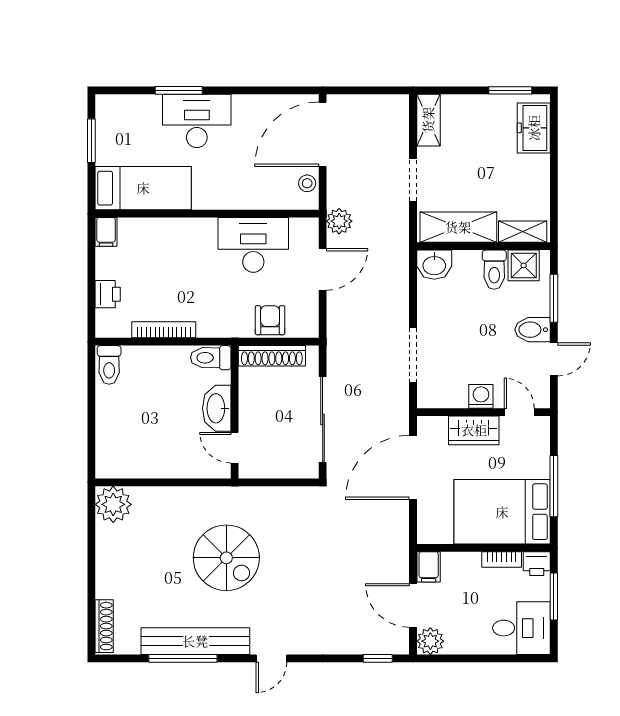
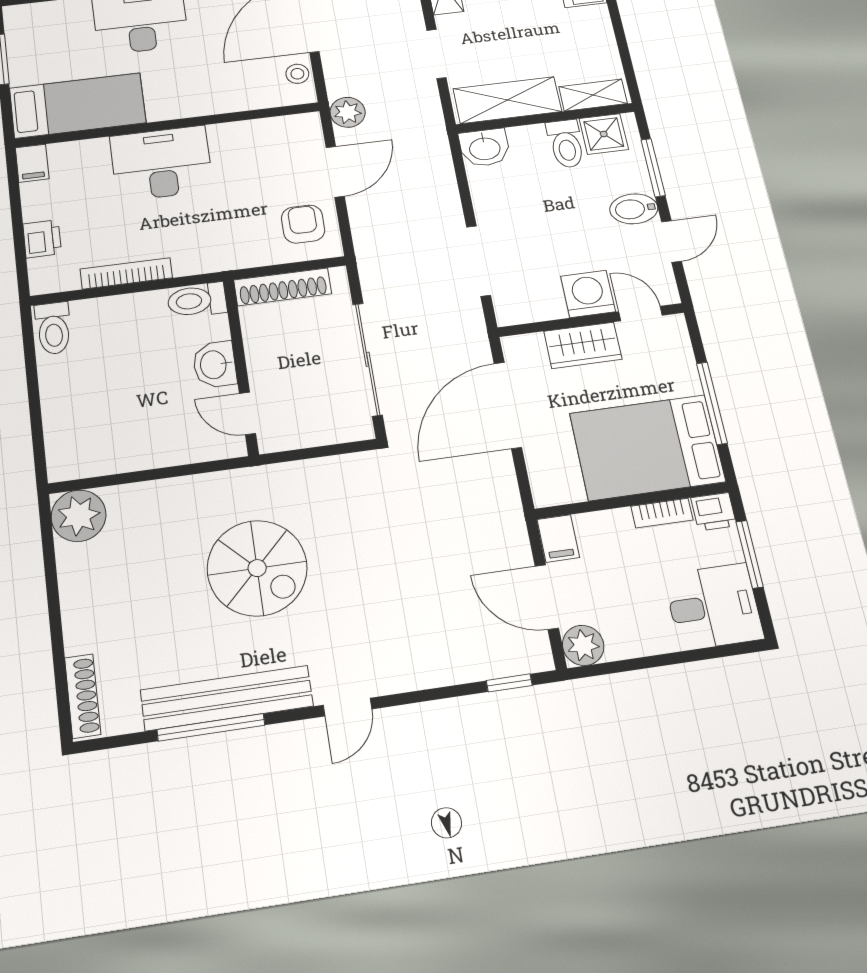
desk: (253, 245) -> (161, 163), moved
armchair: (270, 320) -> (303, 224), moved
washing machine: (481, 396) -> (588, 294), width x1.38, depth x1.38
washbasin: (217, 408) -> (214, 365), width x0.72

